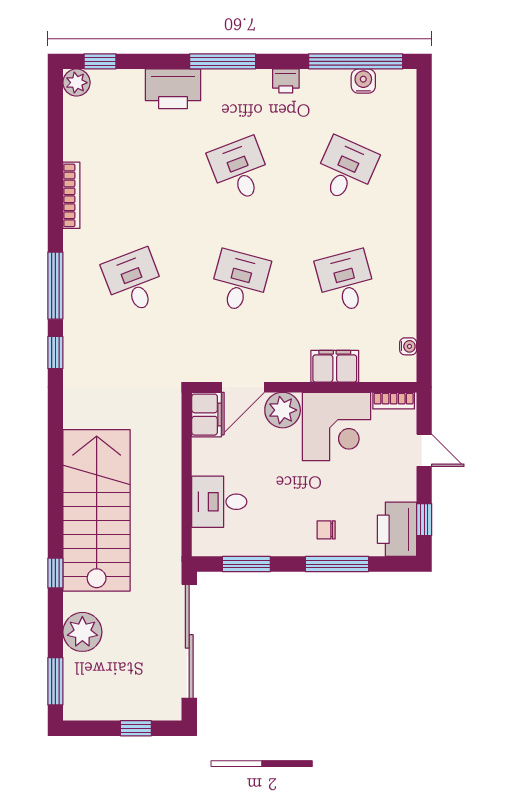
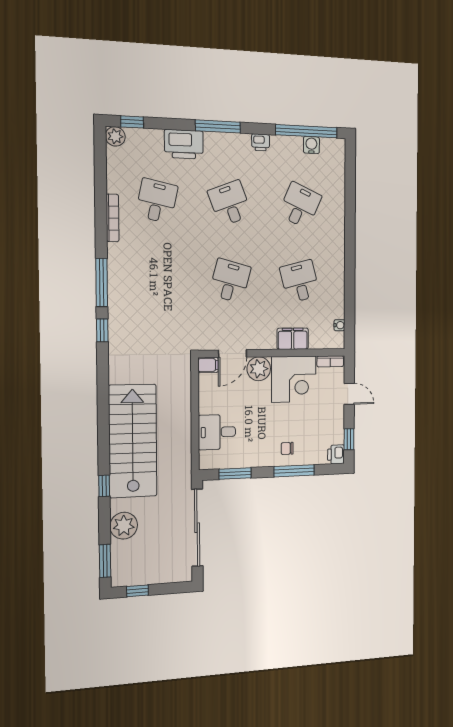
desk: (134, 281) -> (157, 201), moved, turned 33
filing cabinet: (207, 415) -> (208, 365), width x0.50
printer: (397, 529) -> (336, 454), width x0.53, depth x0.68
window: (136, 728) -> (138, 591), moved

